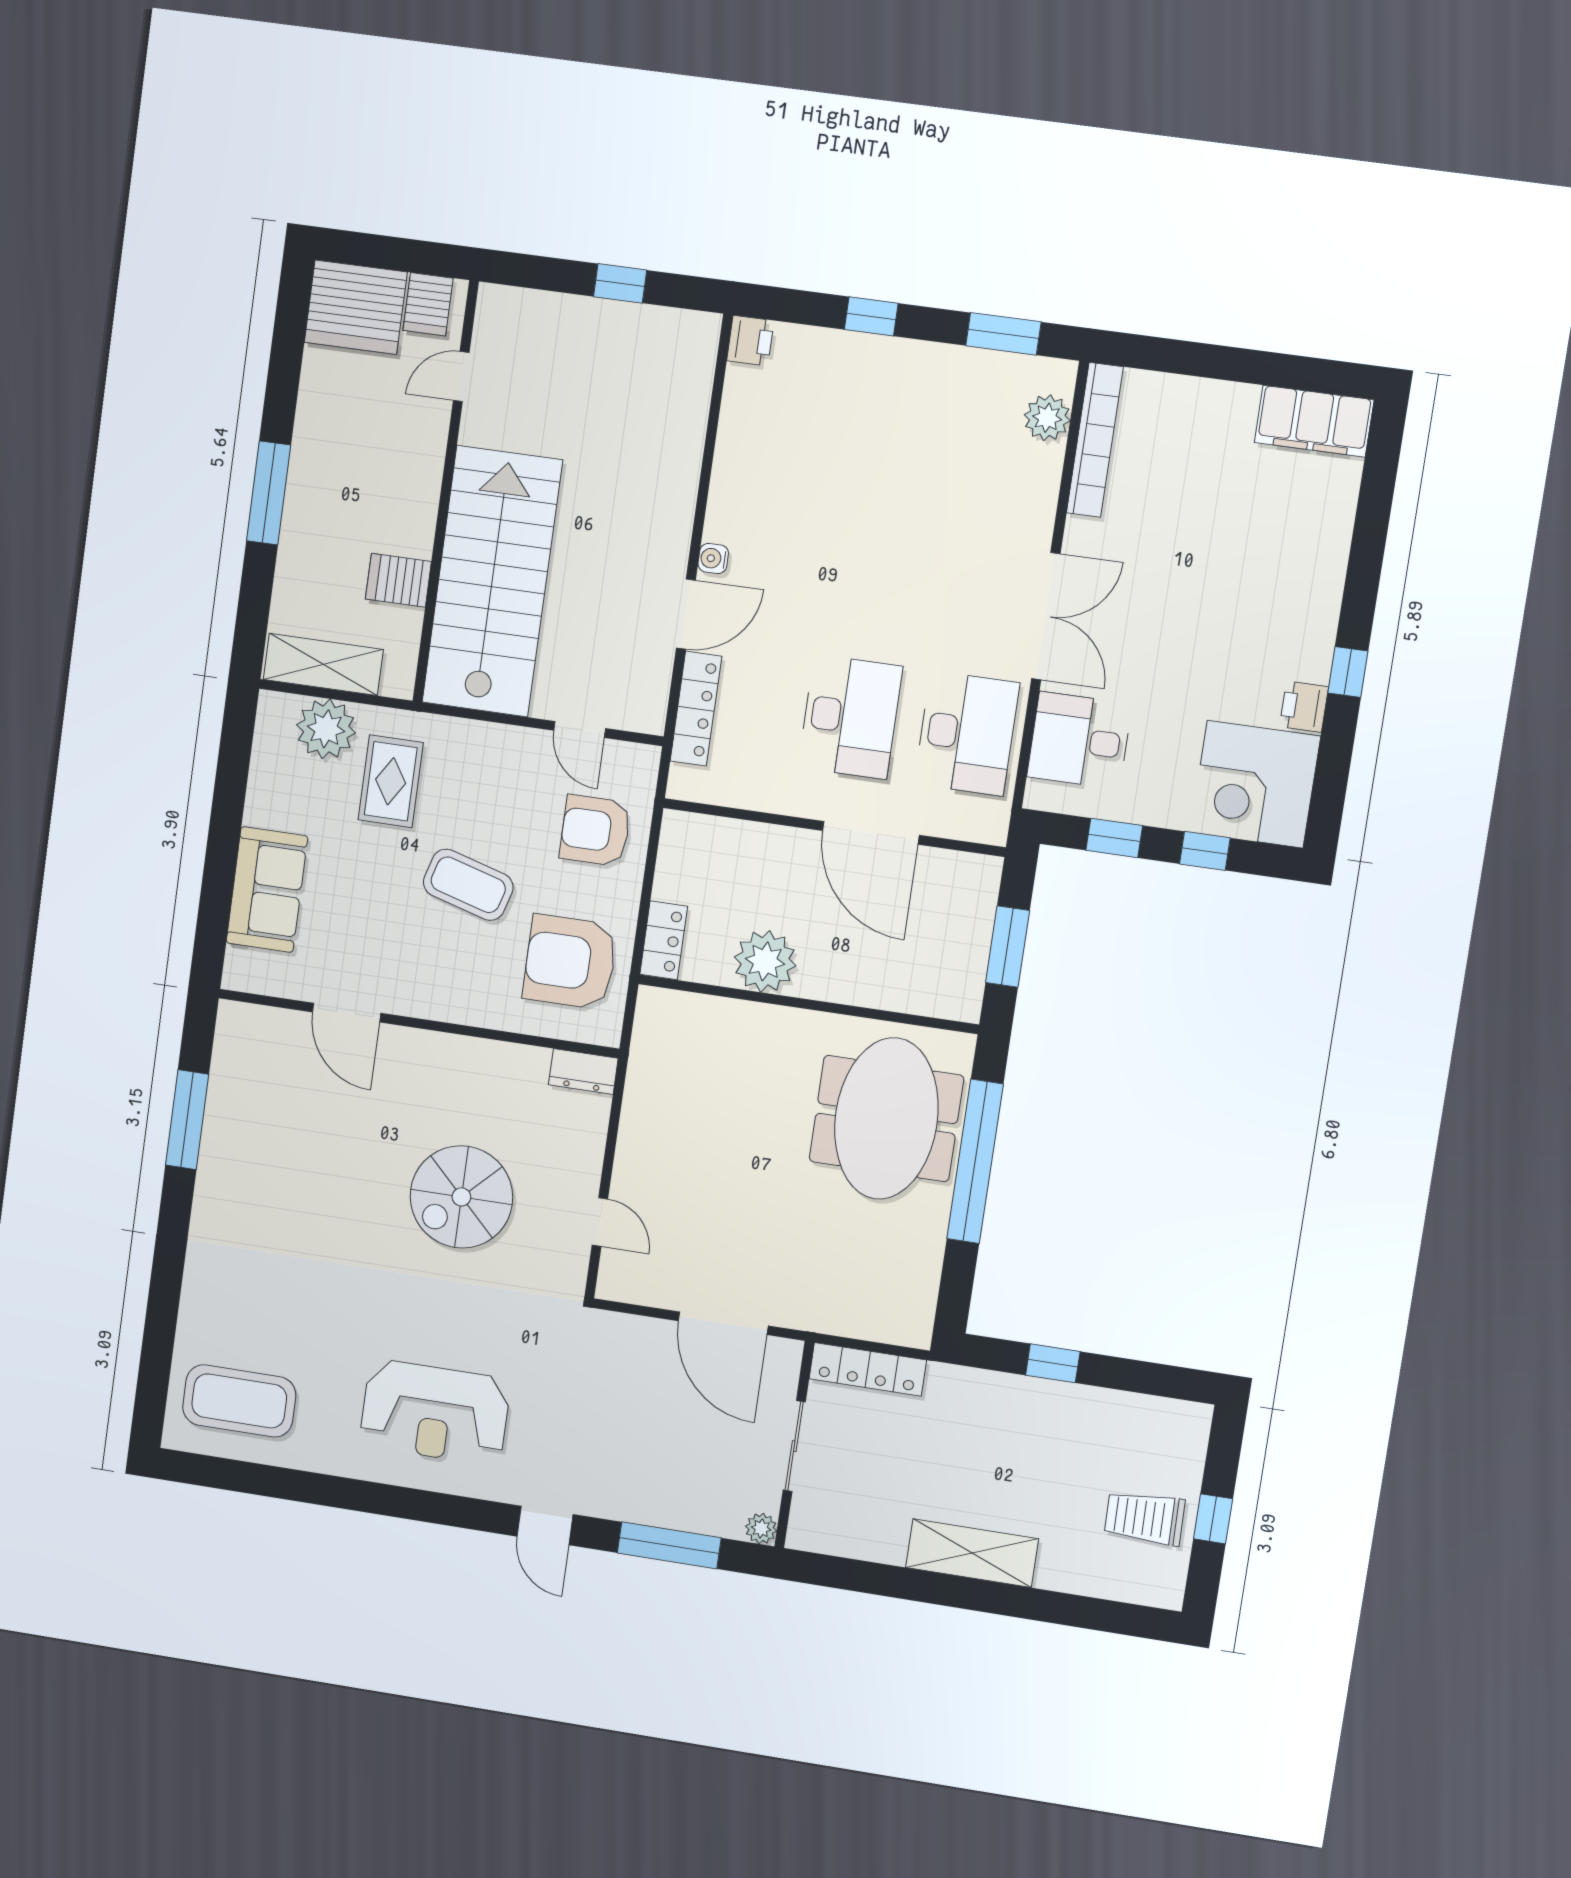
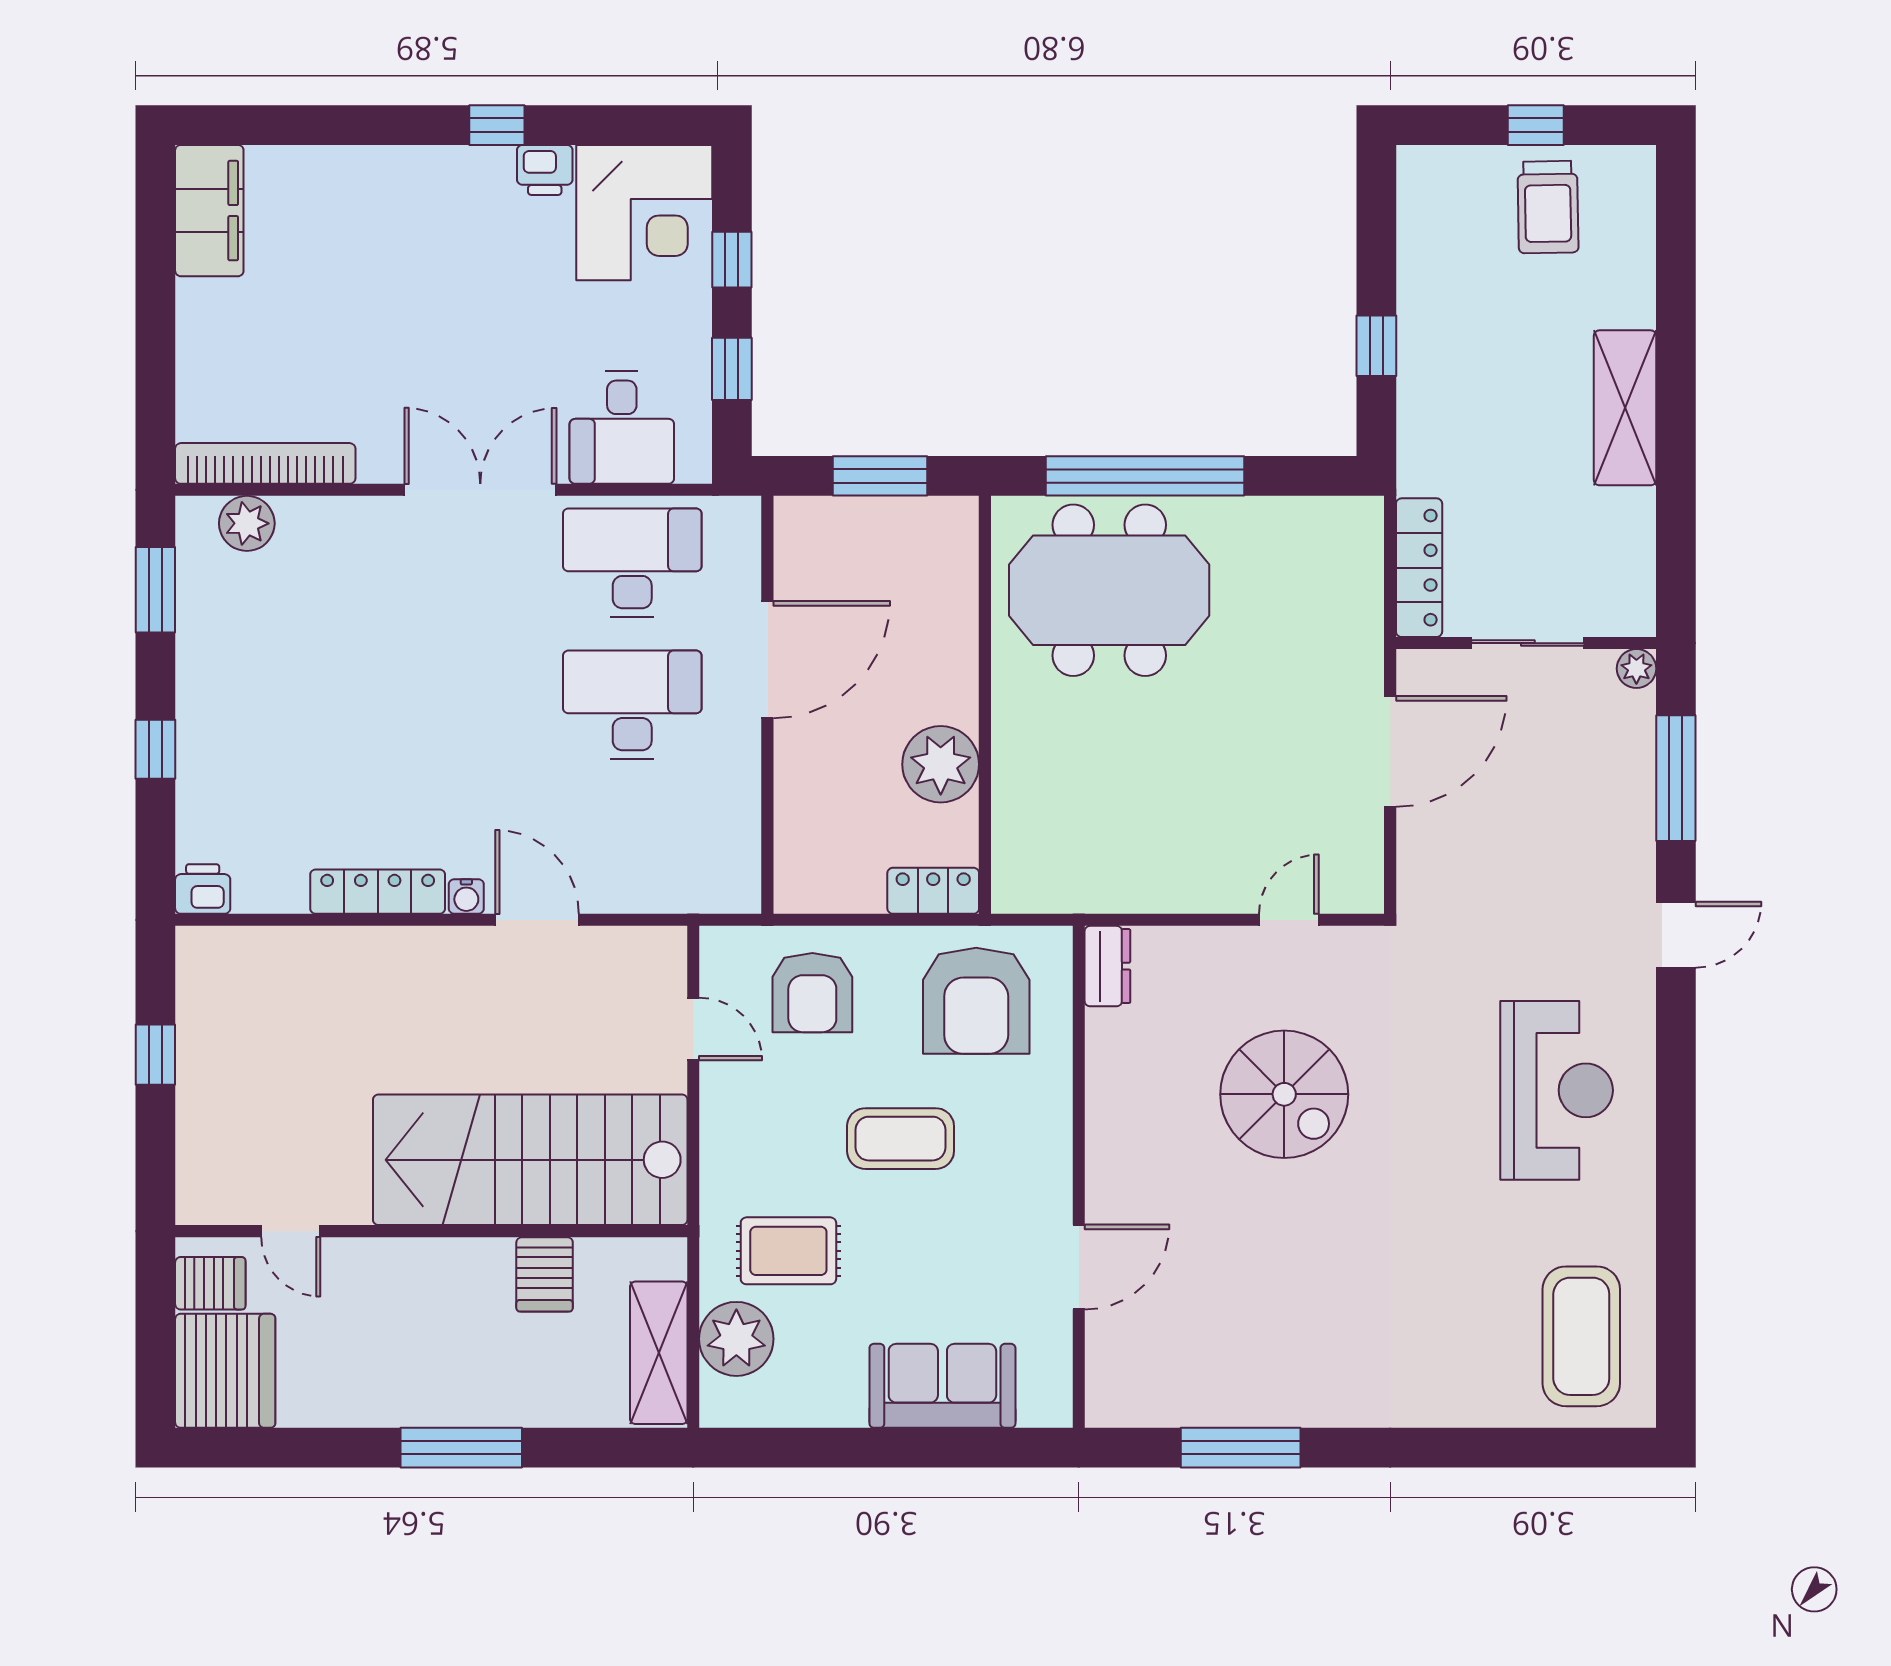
locker: (696, 709) -> (378, 892), moved
door: (580, 729) -> (693, 1029), hinge flipped
coffee table: (468, 885) -> (901, 1139), turned 74

